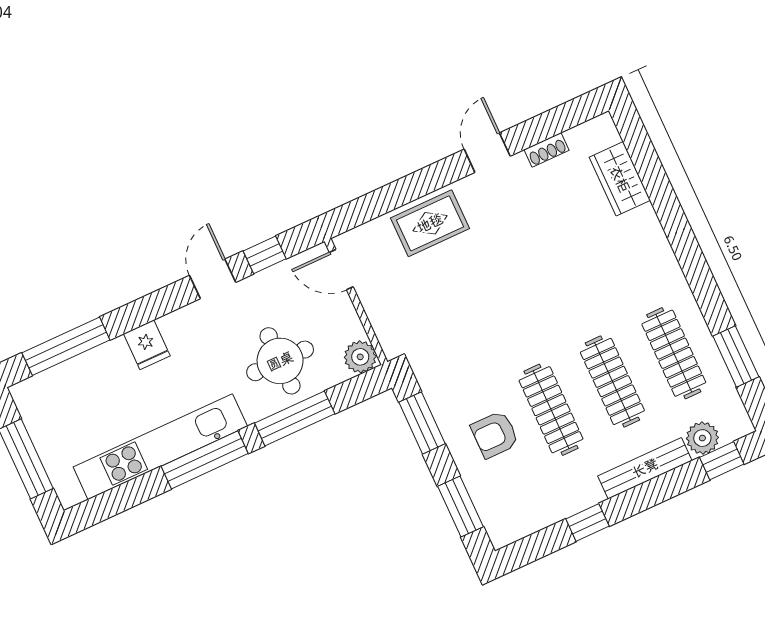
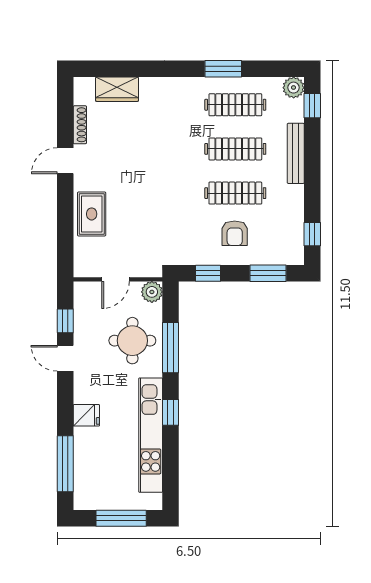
shoe rack: (547, 150) -> (80, 125), width x1.43
door: (487, 153) -> (65, 161), hinge flipped
door: (341, 270) -> (116, 279), moved
window: (736, 356) -> (223, 69), moved
window: (422, 423) -> (208, 273), width x0.67
plant: (702, 438) -> (294, 88), moved
window: (205, 460) -> (171, 412), width x0.46
window: (587, 523) -> (312, 234), moved

